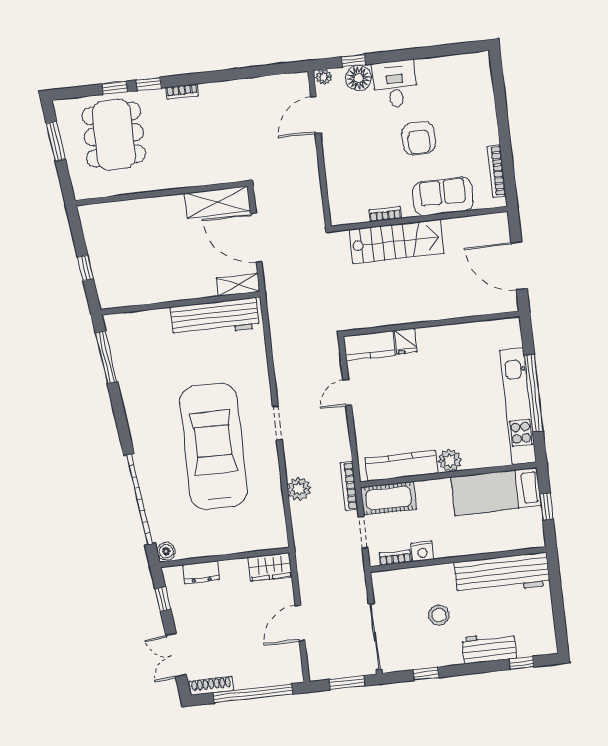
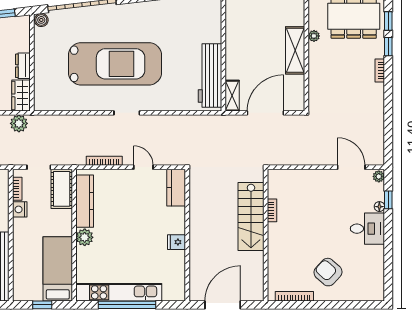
floor lamp: (358, 78) -> (379, 207), width x0.53, depth x0.53
armchair: (419, 138) -> (328, 272), moved, turned 42
plant: (146, 185) -> (314, 36), added
sofa: (443, 197) -> (280, 254), removed
shelving: (218, 202) -> (295, 50), moved
fridge: (406, 341) -> (176, 242), moved
bookcase: (349, 486) -> (104, 161), moved
plant: (299, 489) -> (19, 123), moved
dresser: (201, 572) -> (23, 66), moved

